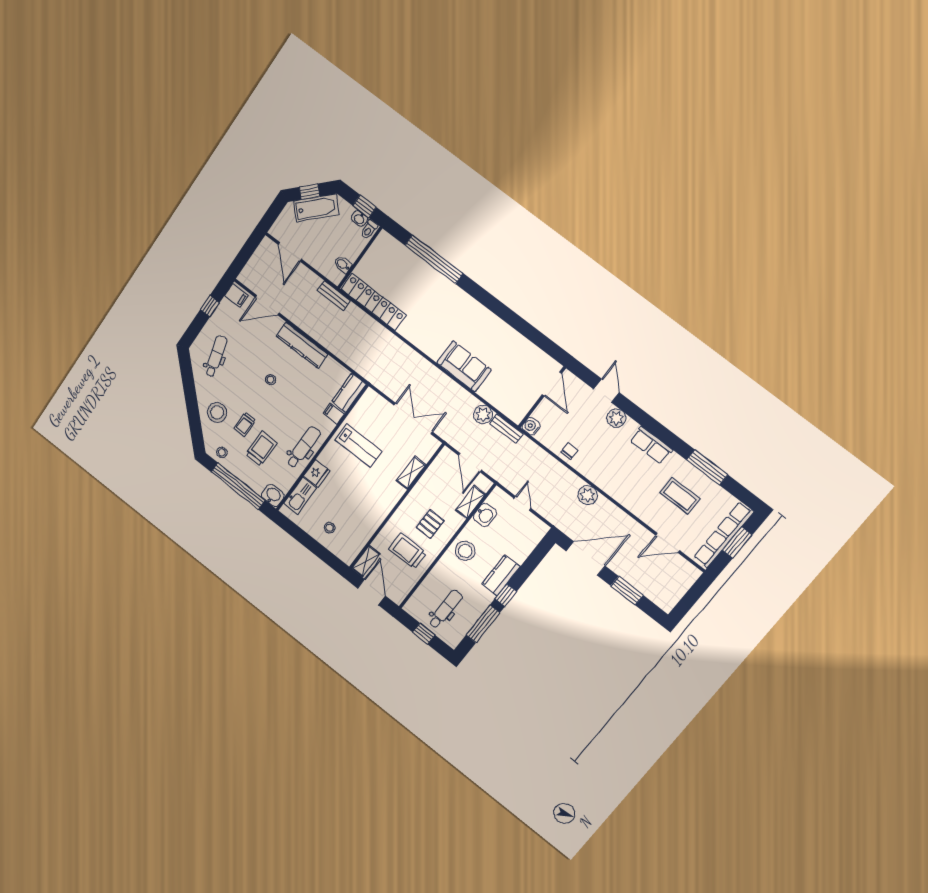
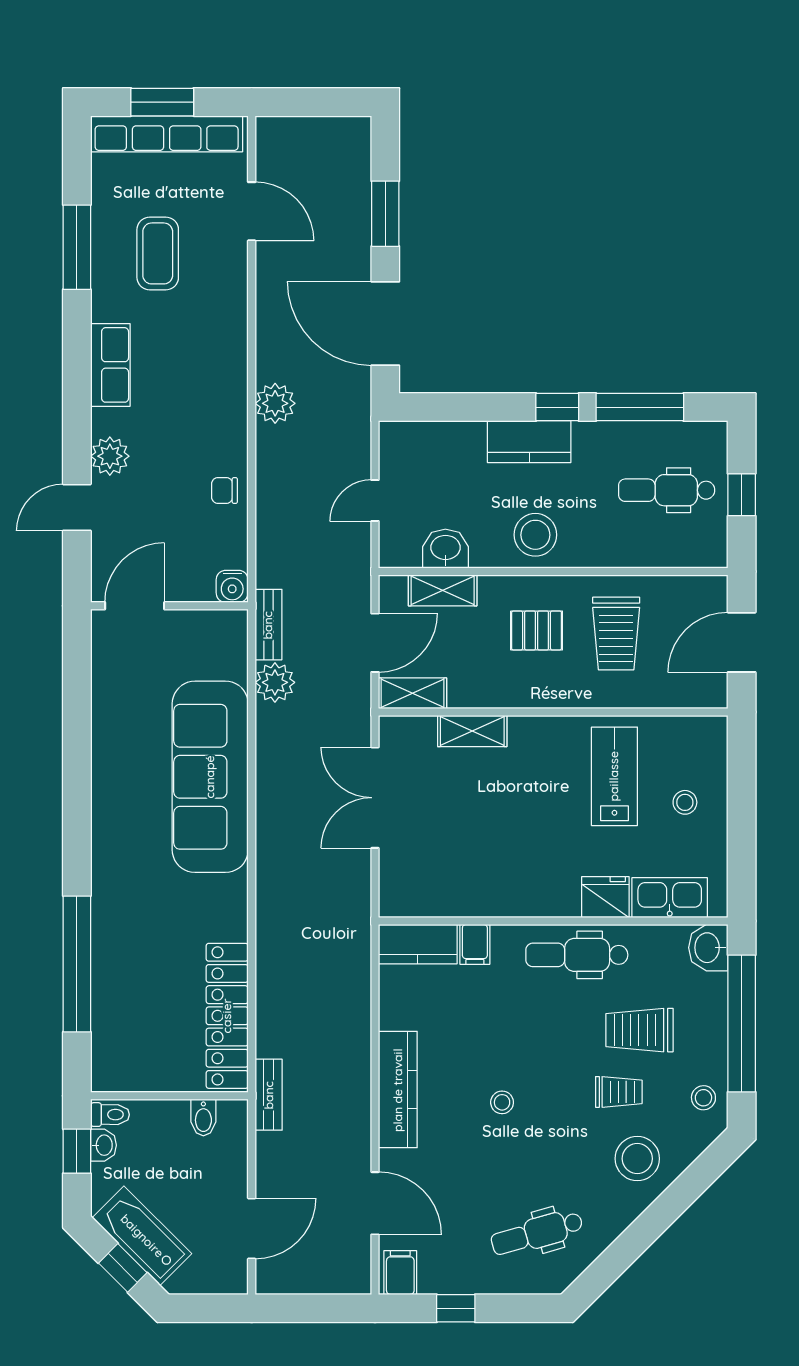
sofa: (464, 366) -> (210, 777), width x1.85, depth x1.27
lab bench: (358, 446) -> (614, 776), moved
shelving: (366, 561) -> (412, 693), moved

